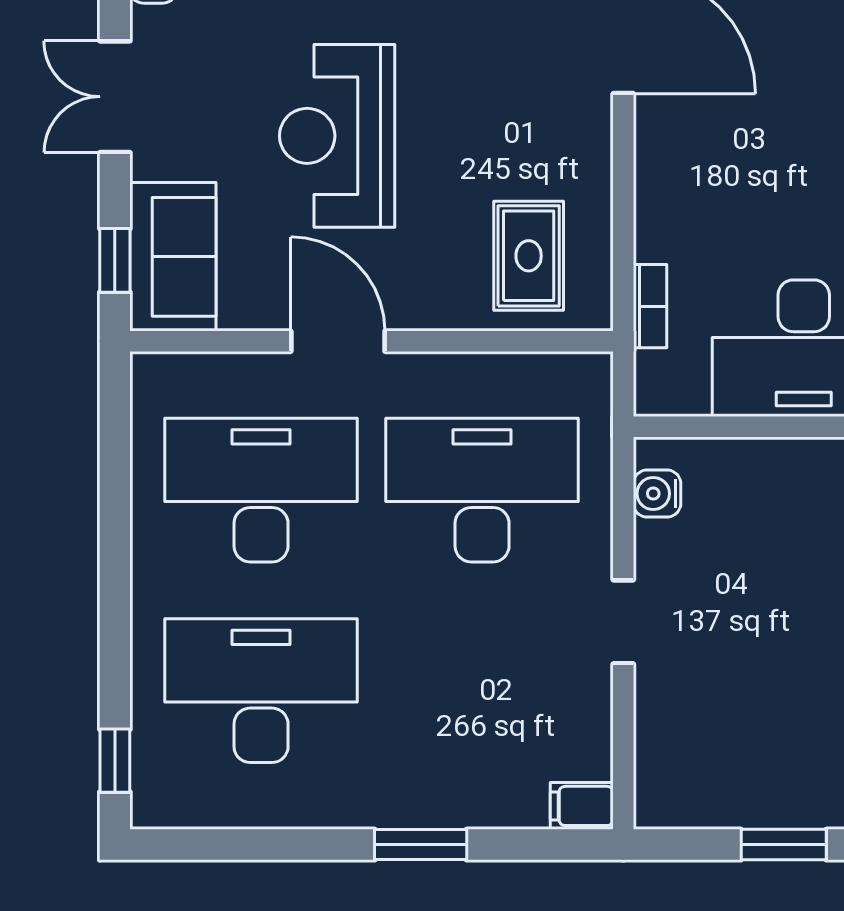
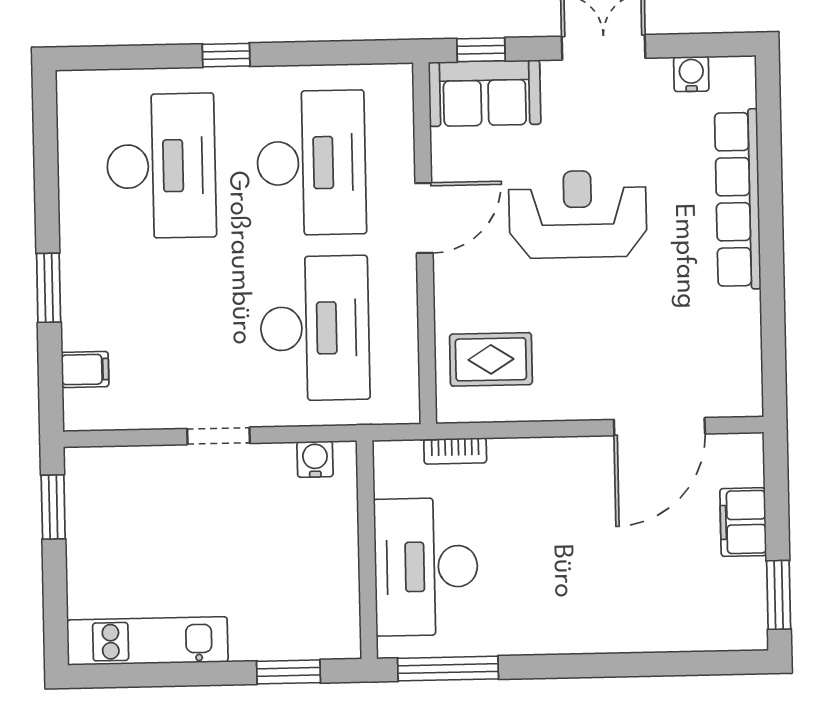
window: (115, 761) -> (226, 55), moved
filing cabinet: (582, 806) -> (85, 369), moved, turned 90
window: (784, 845) -> (53, 507), moved

